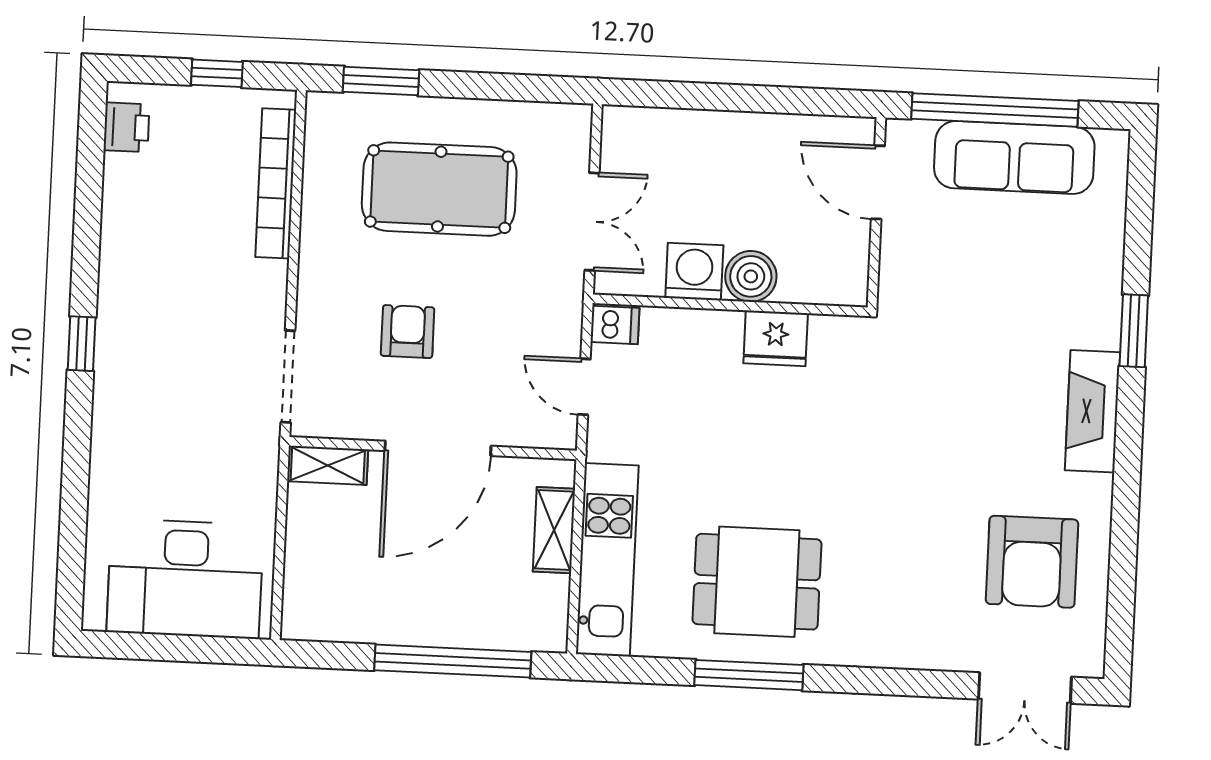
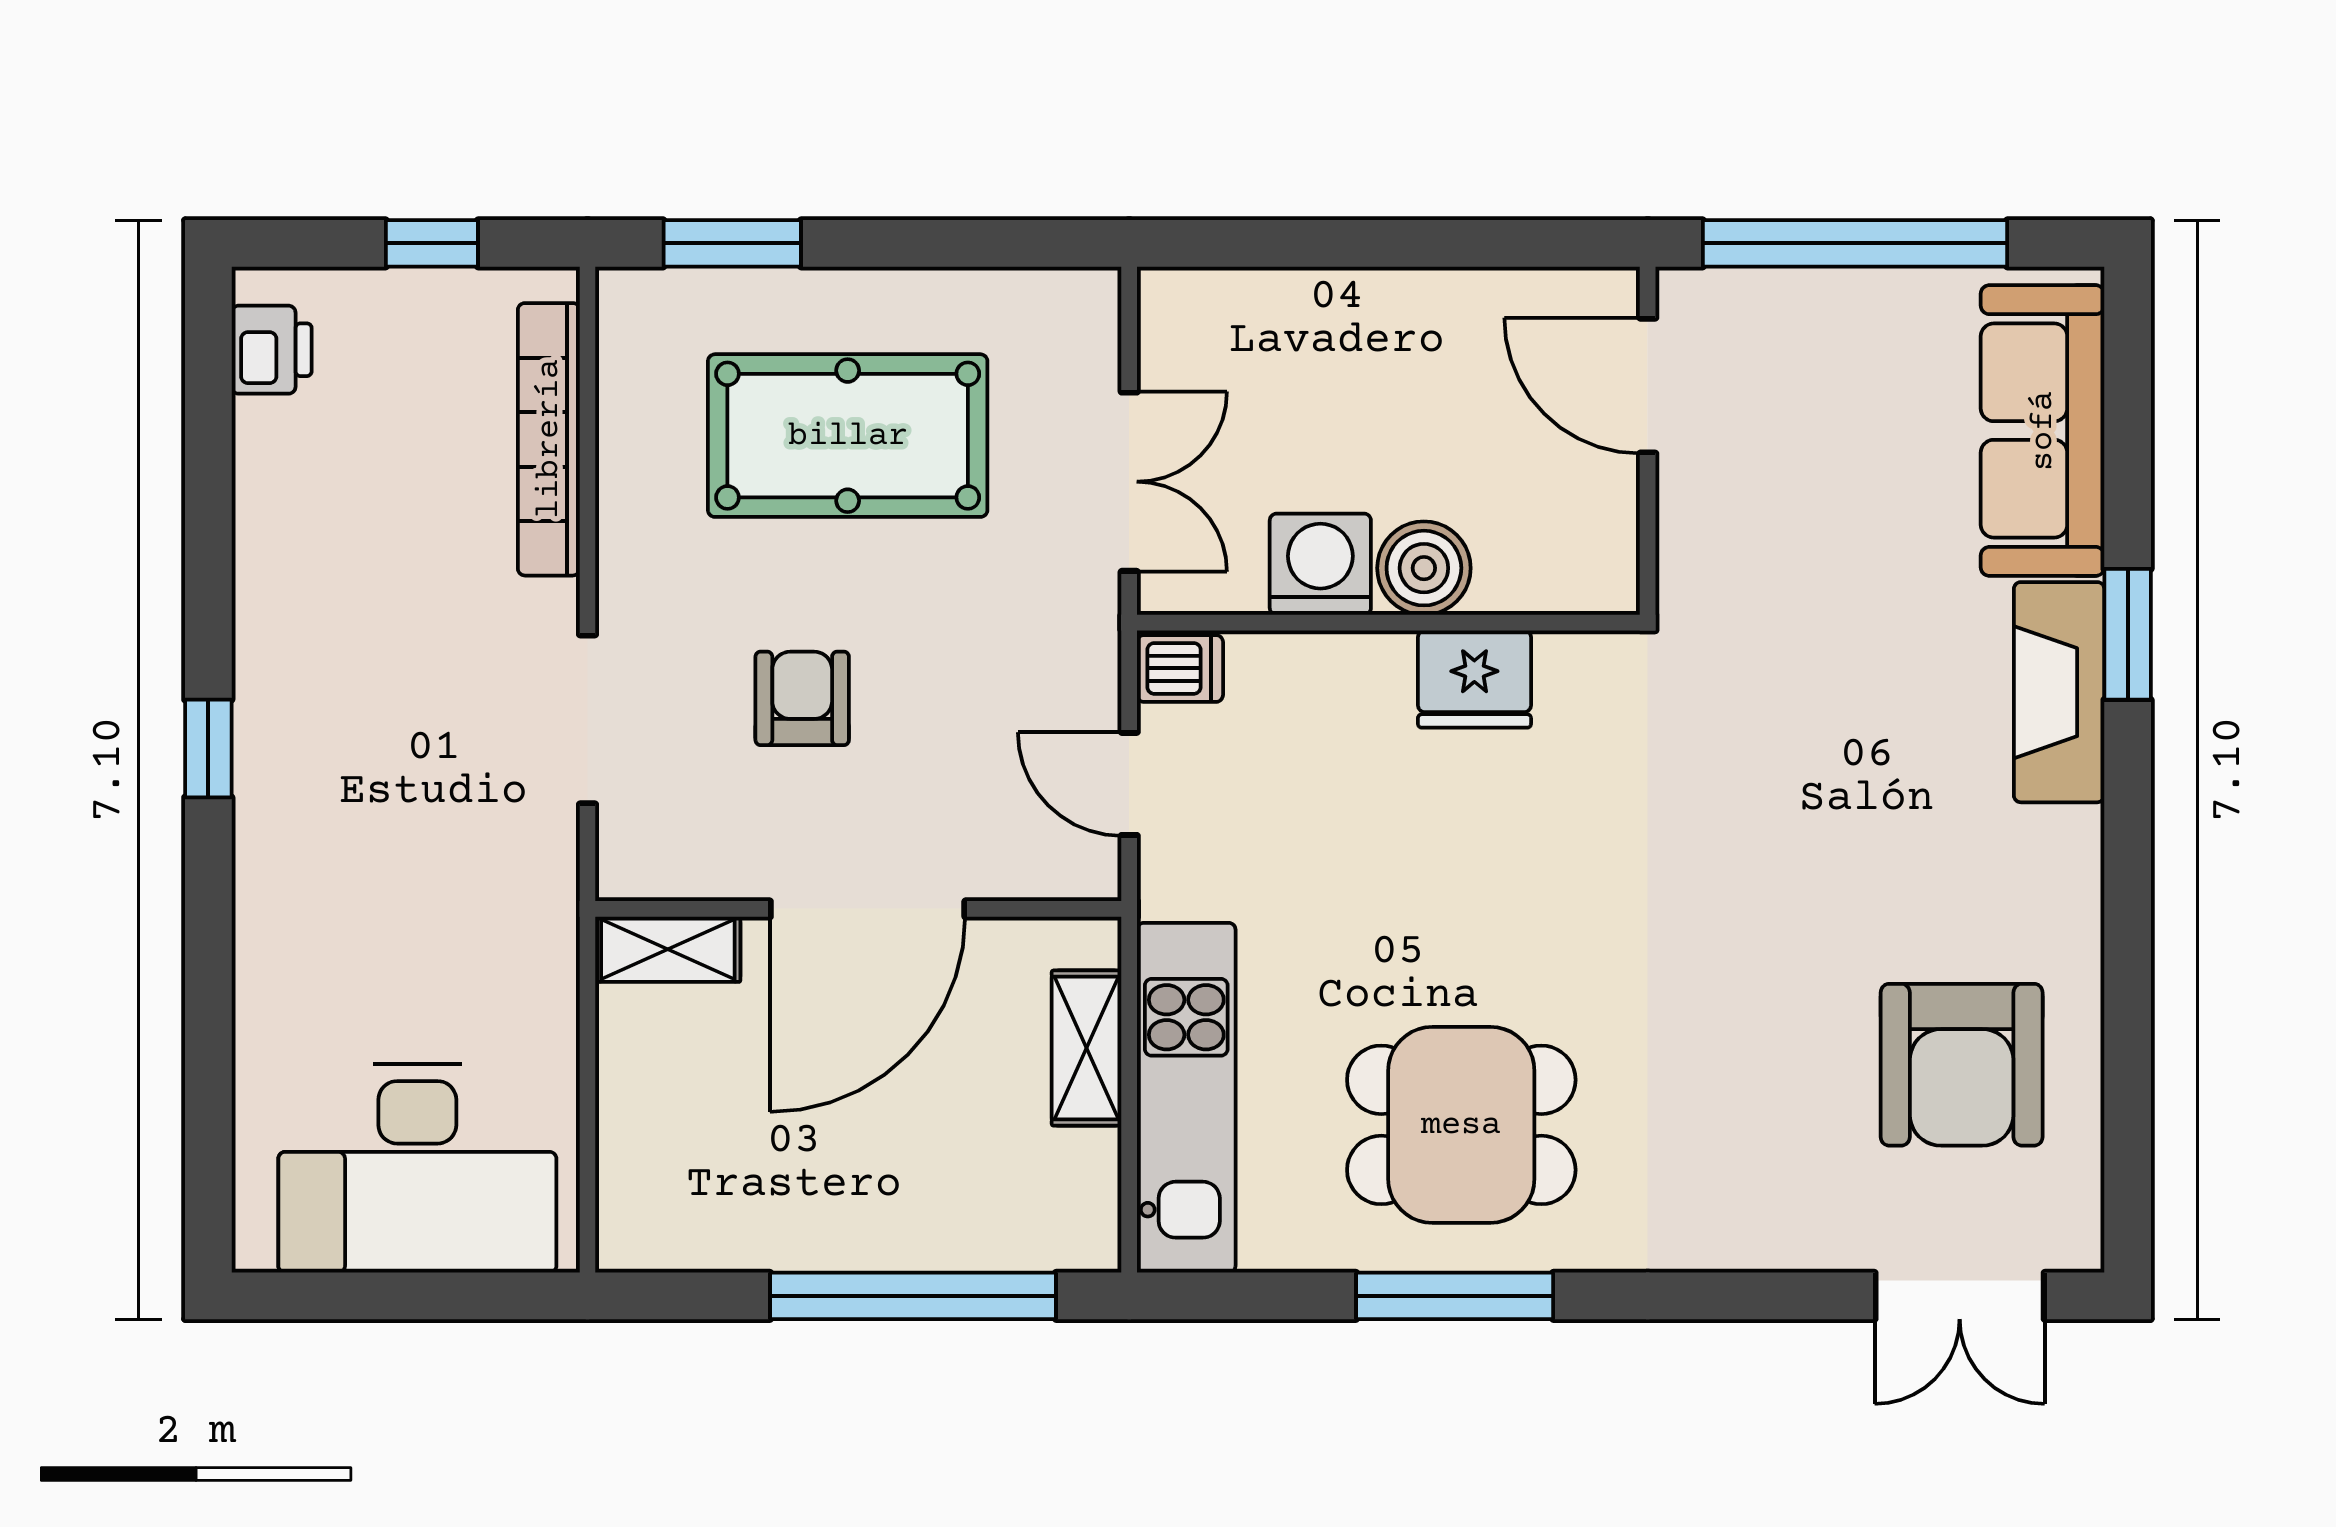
sofa: (1014, 157) -> (2043, 431), moved, turned 90
doorway: (288, 376) -> (588, 719), moved
fireplace: (1092, 411) -> (2059, 692), moved

